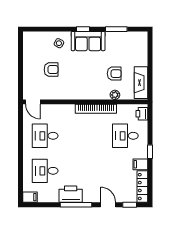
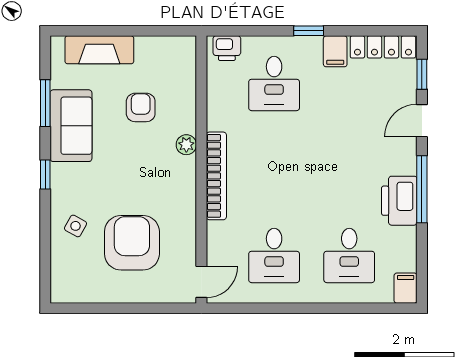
sofa: (88, 41) -> (71, 126), moved
armchair: (51, 70) -> (132, 243), width x1.88, depth x1.88
fireplace: (141, 83) -> (99, 50), moved
plant: (115, 95) -> (186, 145), moved
bookcase: (96, 109) -> (216, 176), moved

